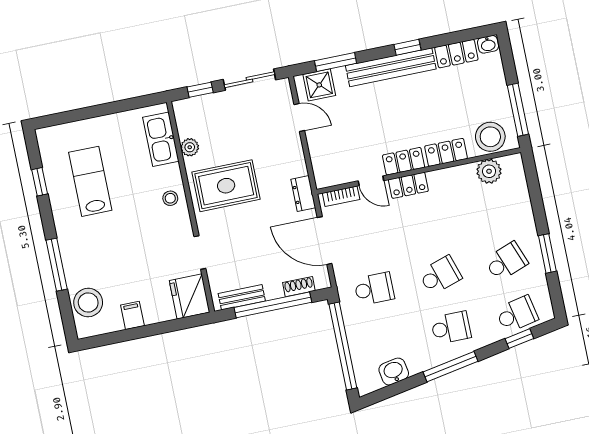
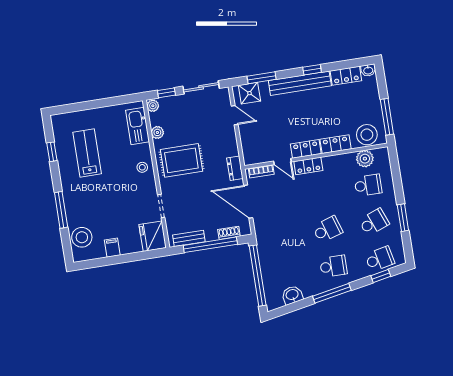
plant: (181, 109) -> (153, 106), added
school desk: (374, 289) -> (368, 185), moved

